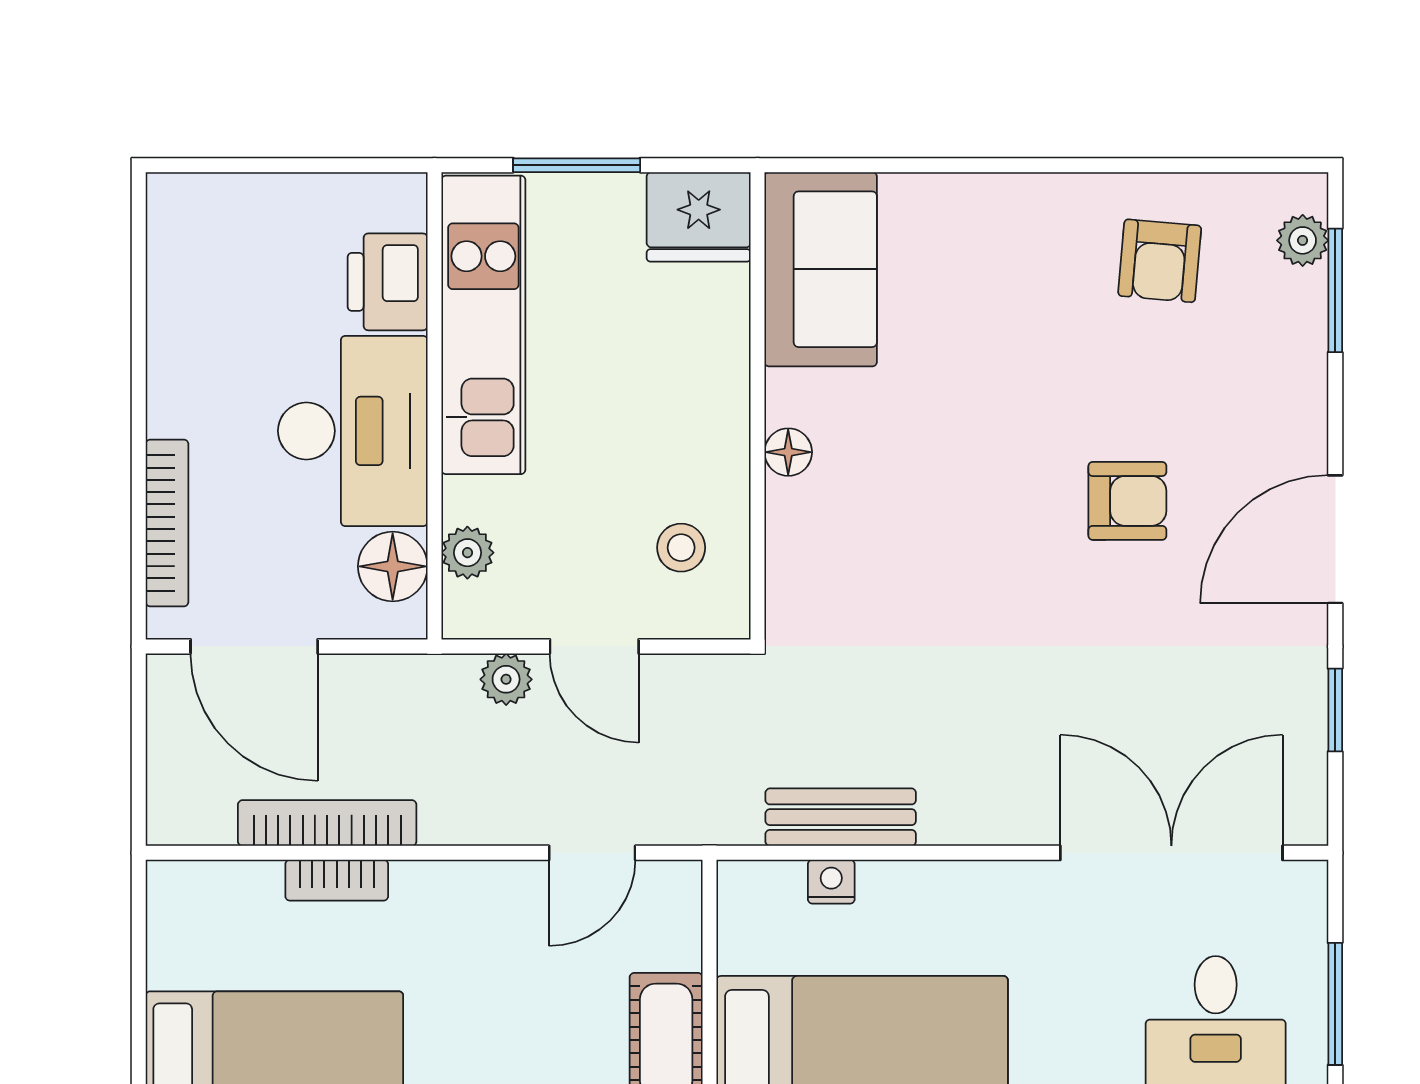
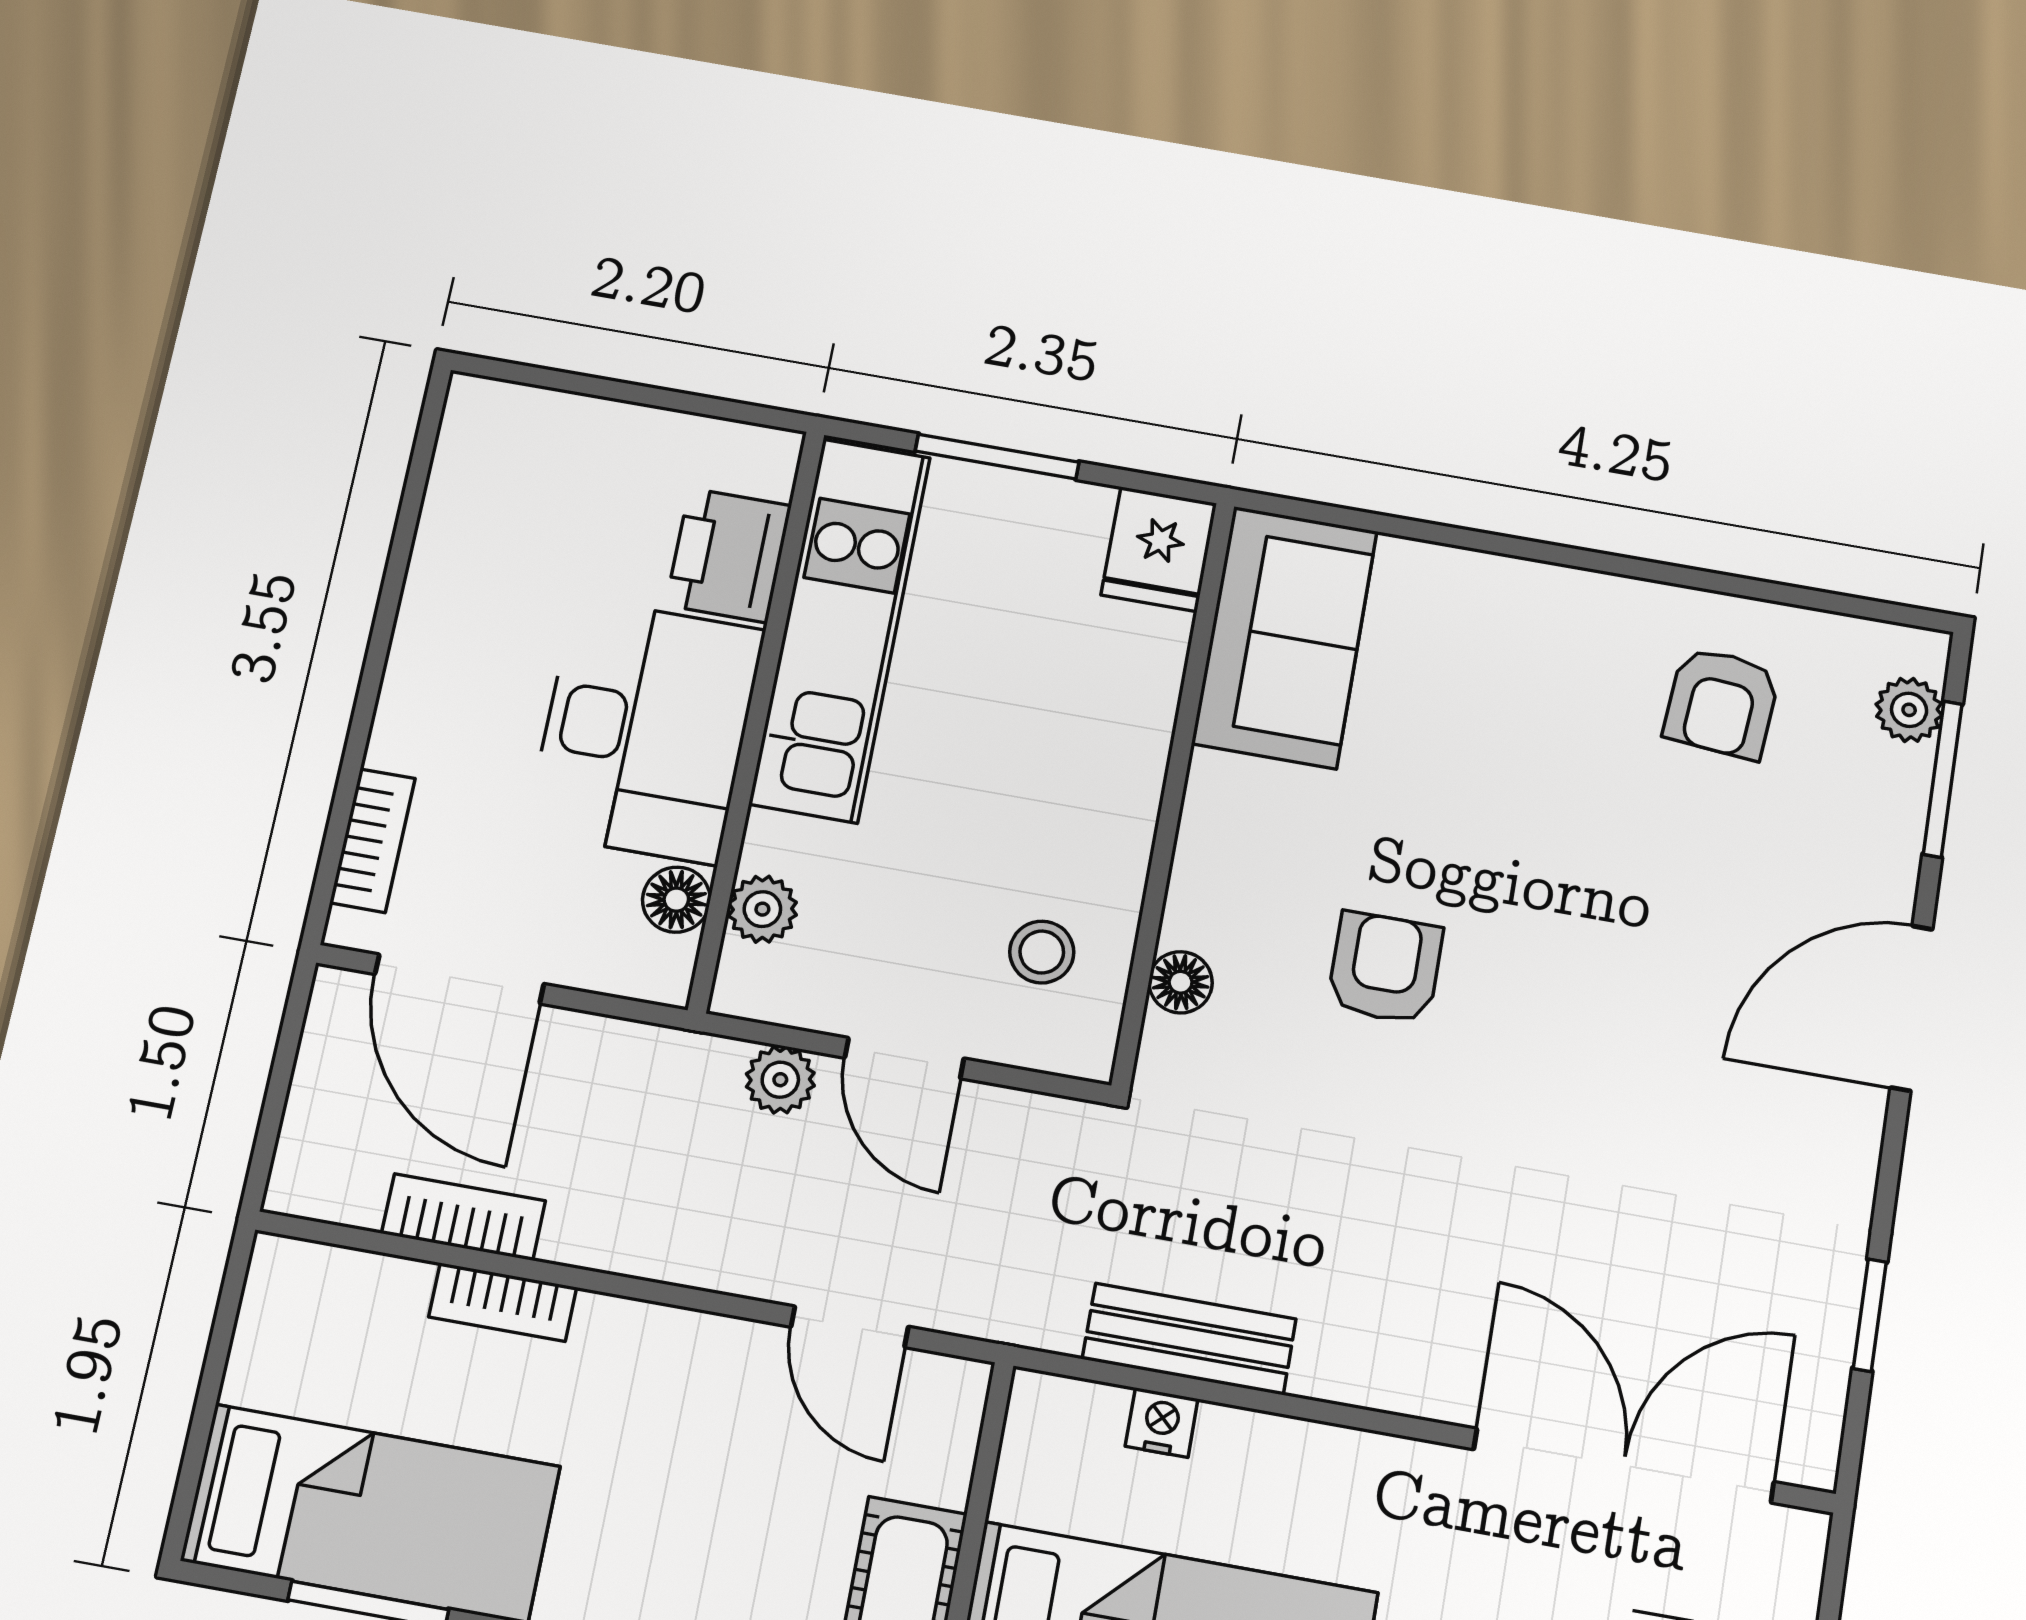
fridge: (699, 217) -> (1159, 549), width x0.72
floor lamp: (788, 452) -> (1181, 982), moved
armchair: (1127, 501) -> (1385, 968), moved, turned -90
bookcase: (167, 523) -> (372, 840), width x0.64
door: (1335, 539) -> (1911, 1008), moved
floor lamp: (393, 566) -> (676, 900), width x0.73, depth x0.73
bookcase: (327, 823) -> (463, 1217), width x0.64
door: (592, 853) -> (850, 1327), hinge flipped

